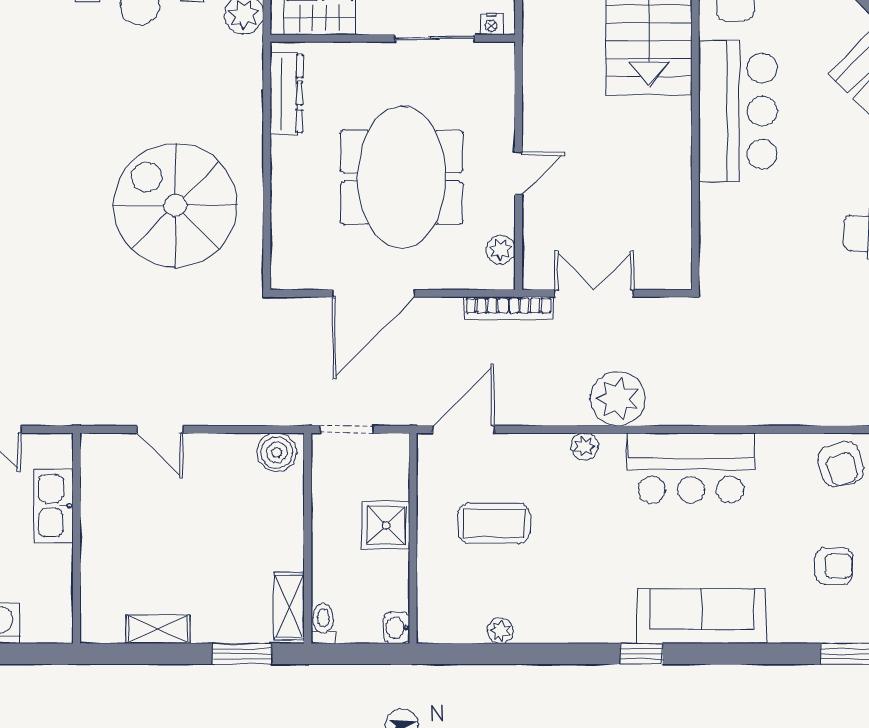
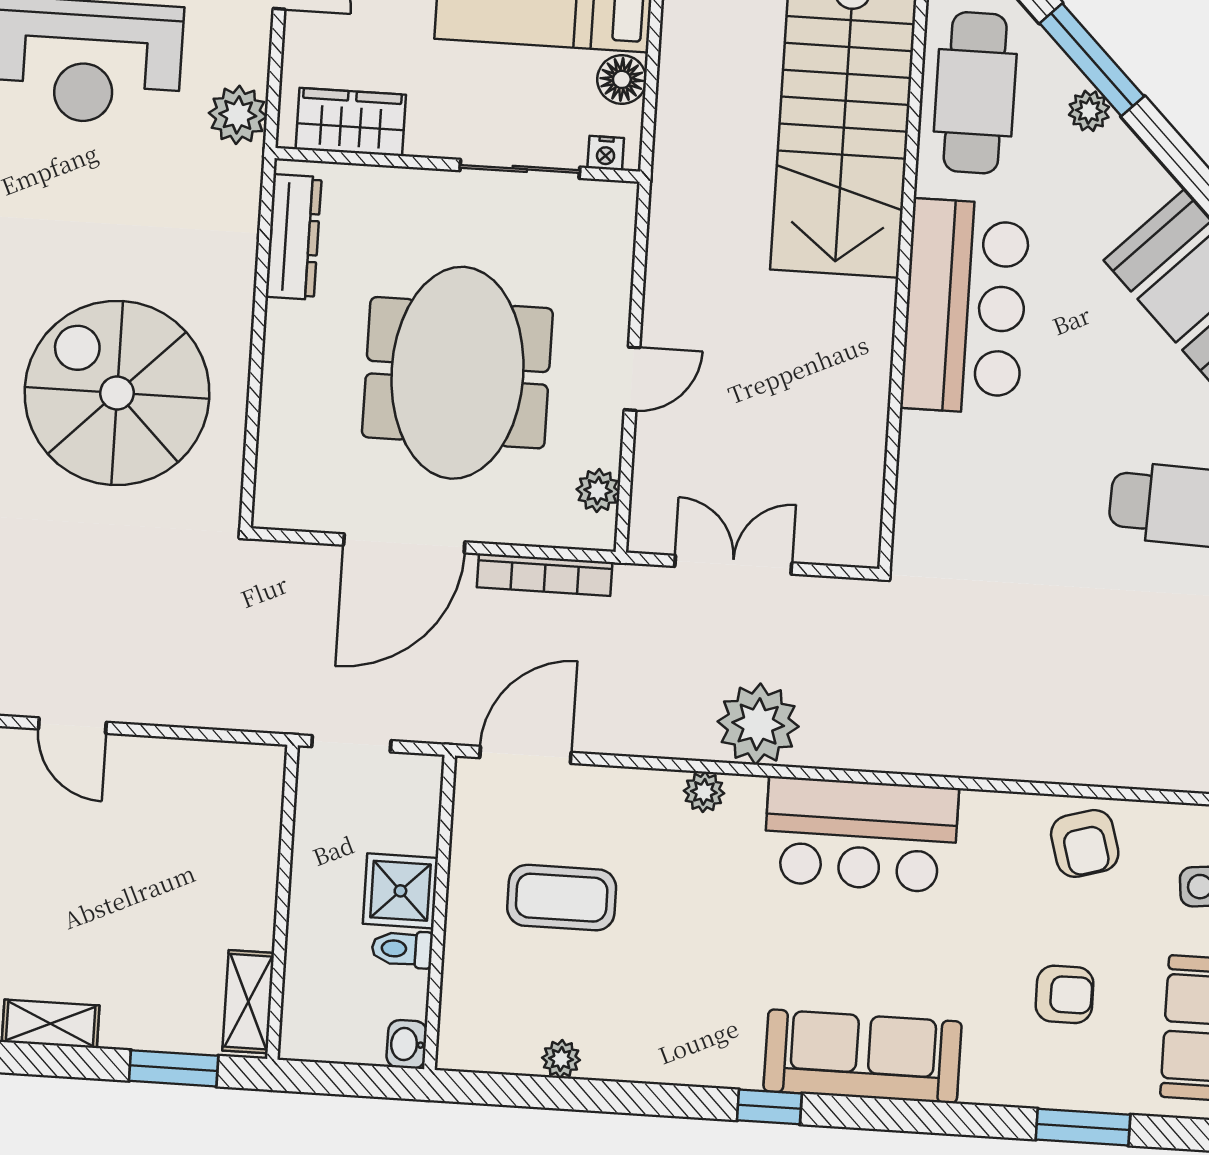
bookcase: (509, 308) -> (545, 575), moved
boiler: (277, 452) -> (245, 771), removed
toilet: (323, 624) -> (402, 949), moved, turned -90

